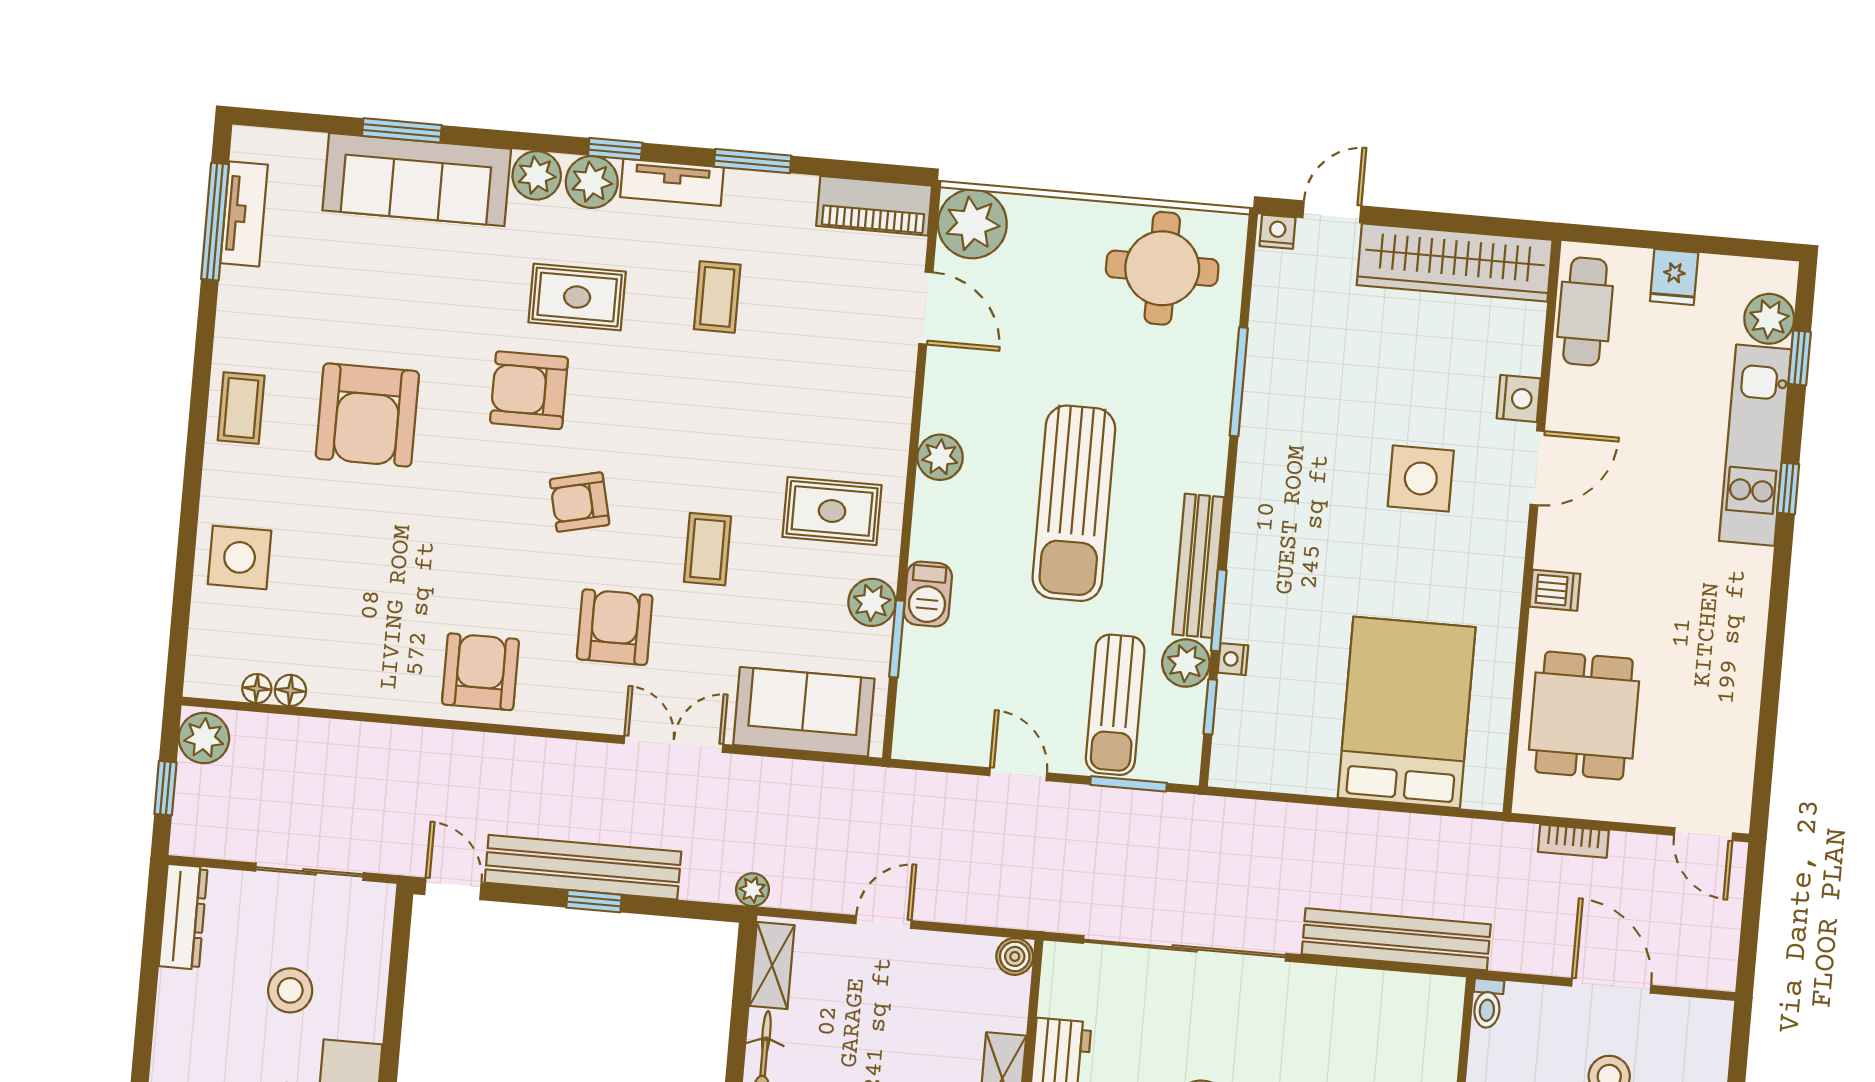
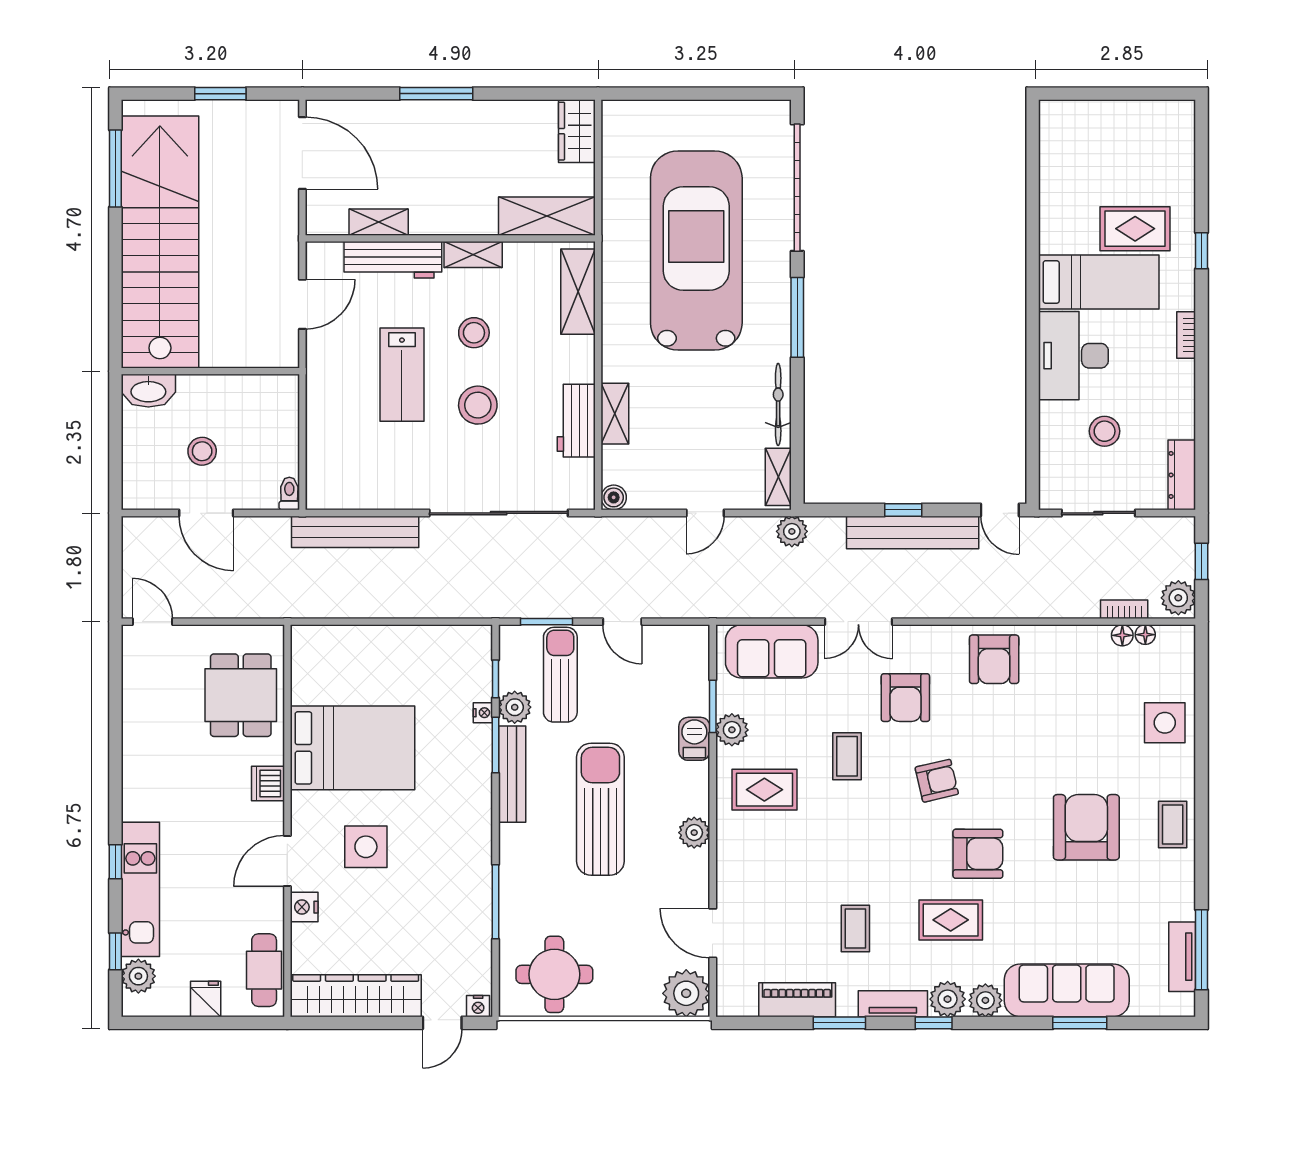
piano: (874, 206) -> (797, 1000), moved
dishwasher: (1555, 590) -> (268, 783), width x1.38
bed: (1407, 712) -> (352, 748), moved, turned -90
bookcase: (1573, 841) -> (1124, 609), moved
plant: (752, 890) -> (792, 531), width x1.38, depth x1.38

